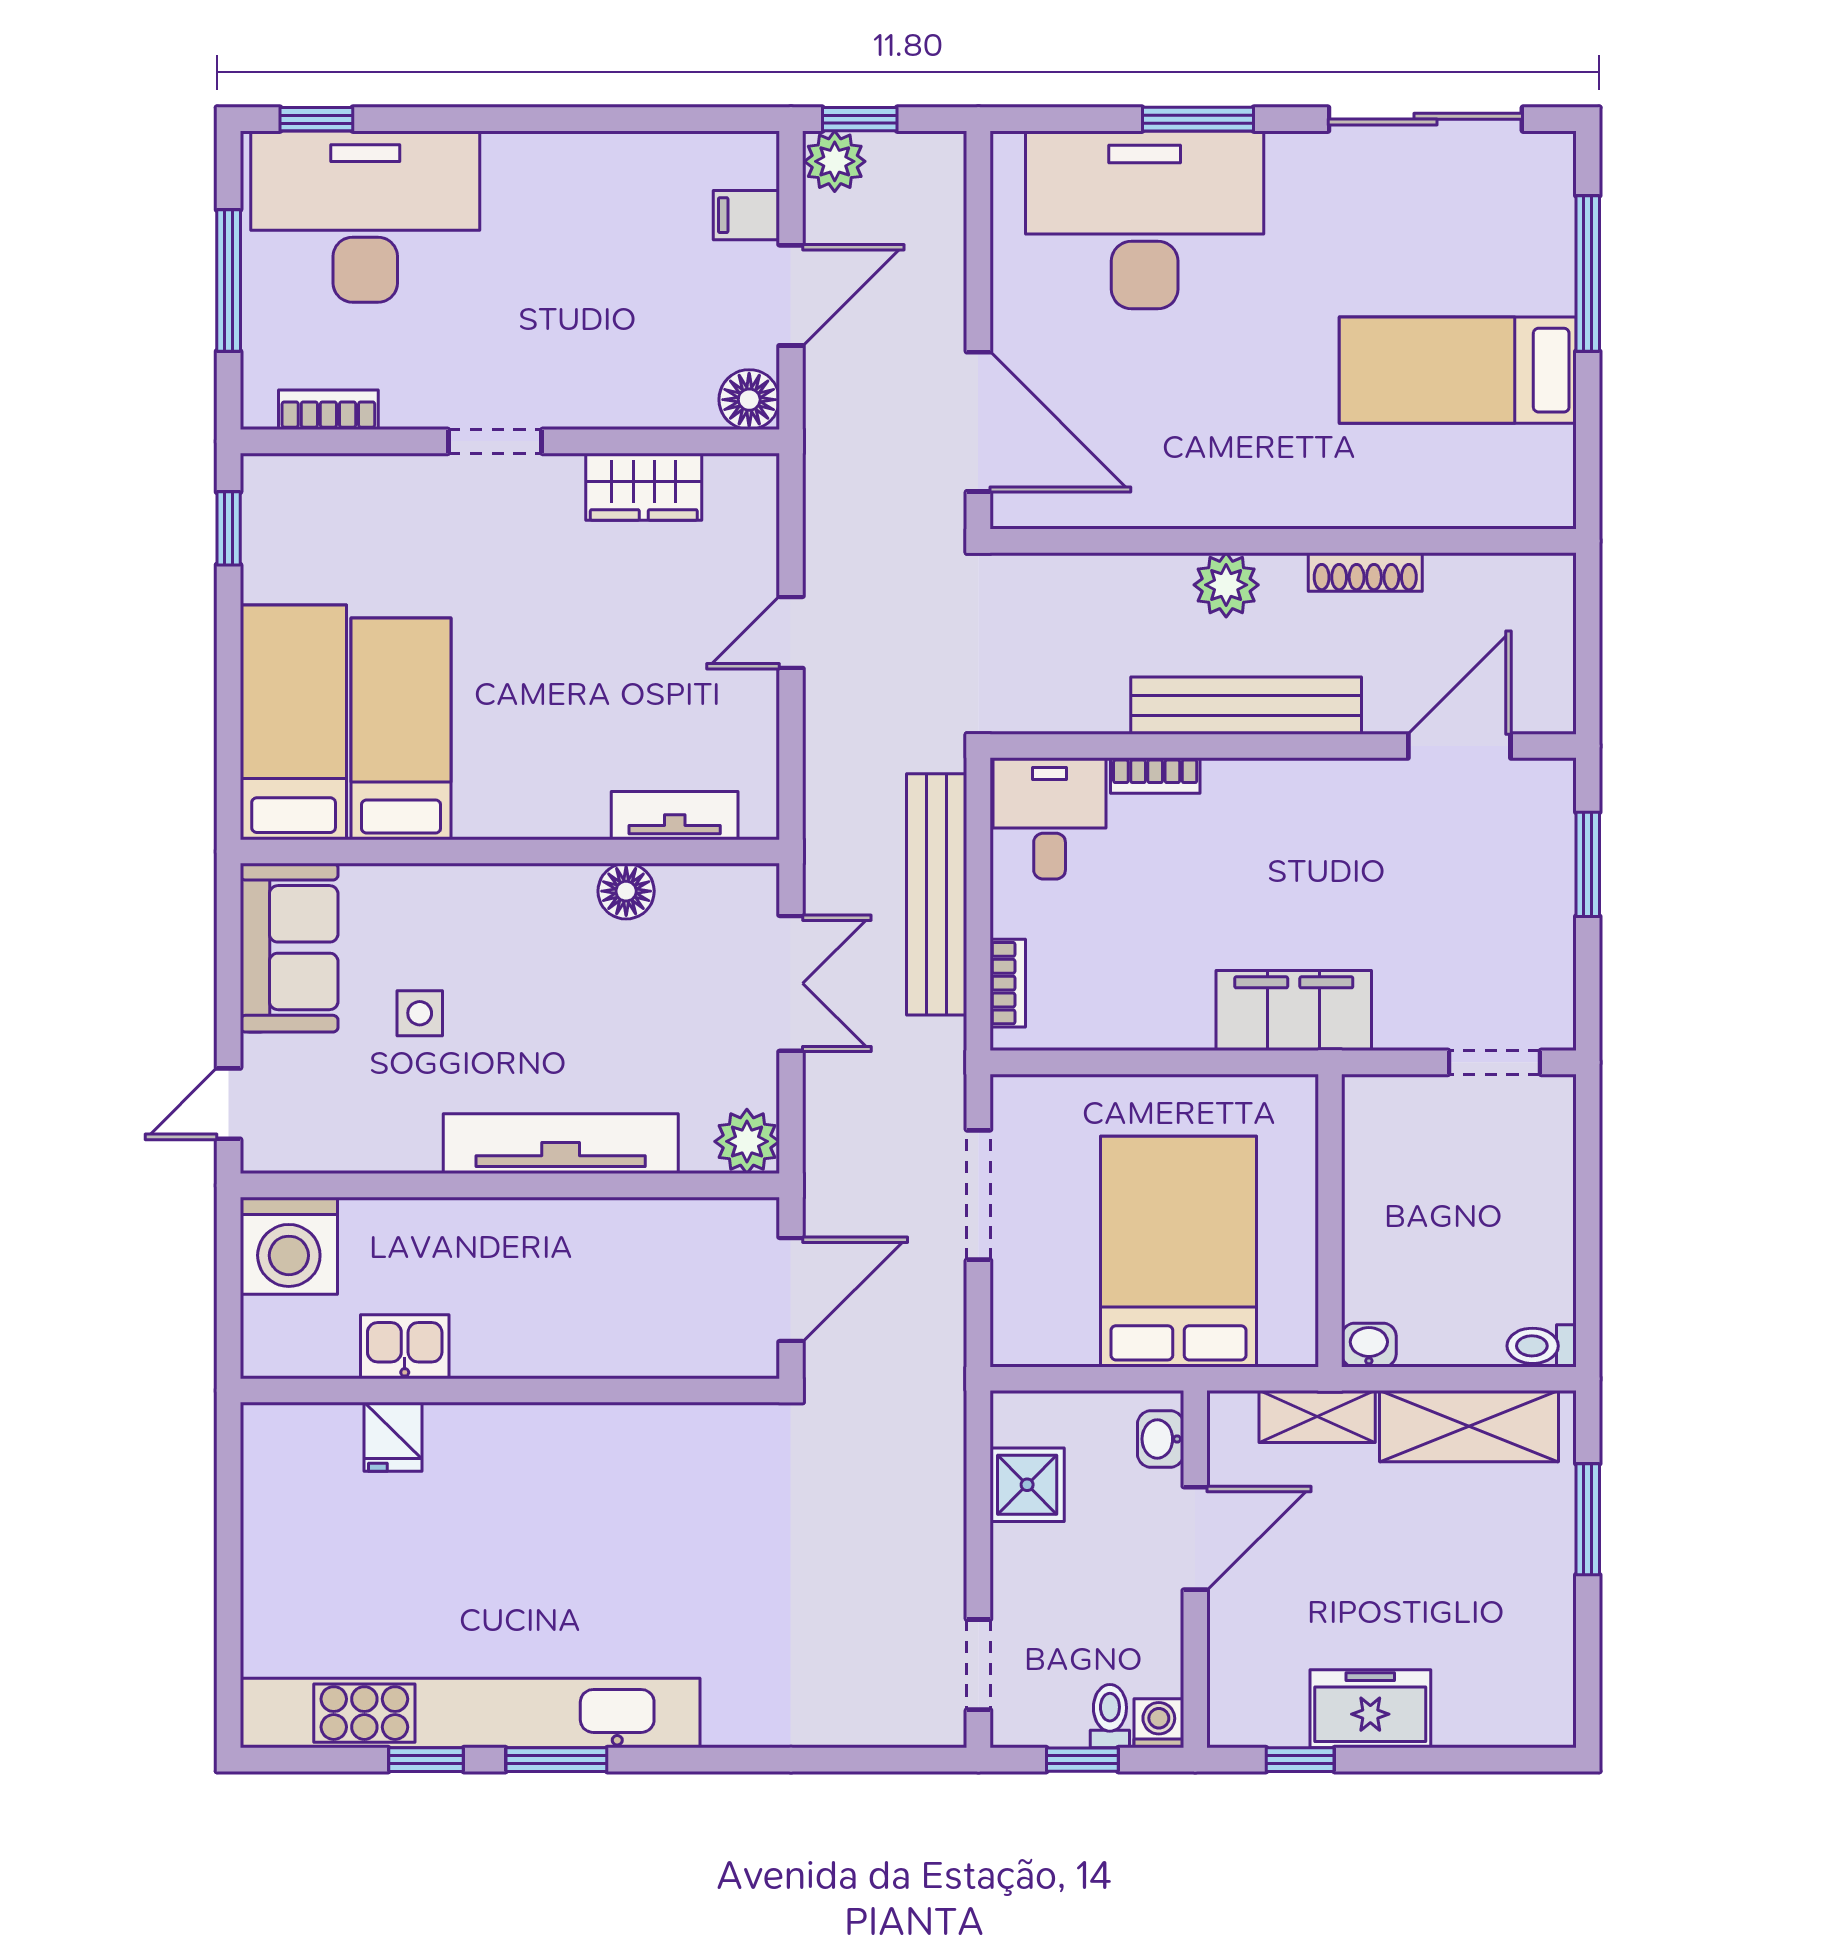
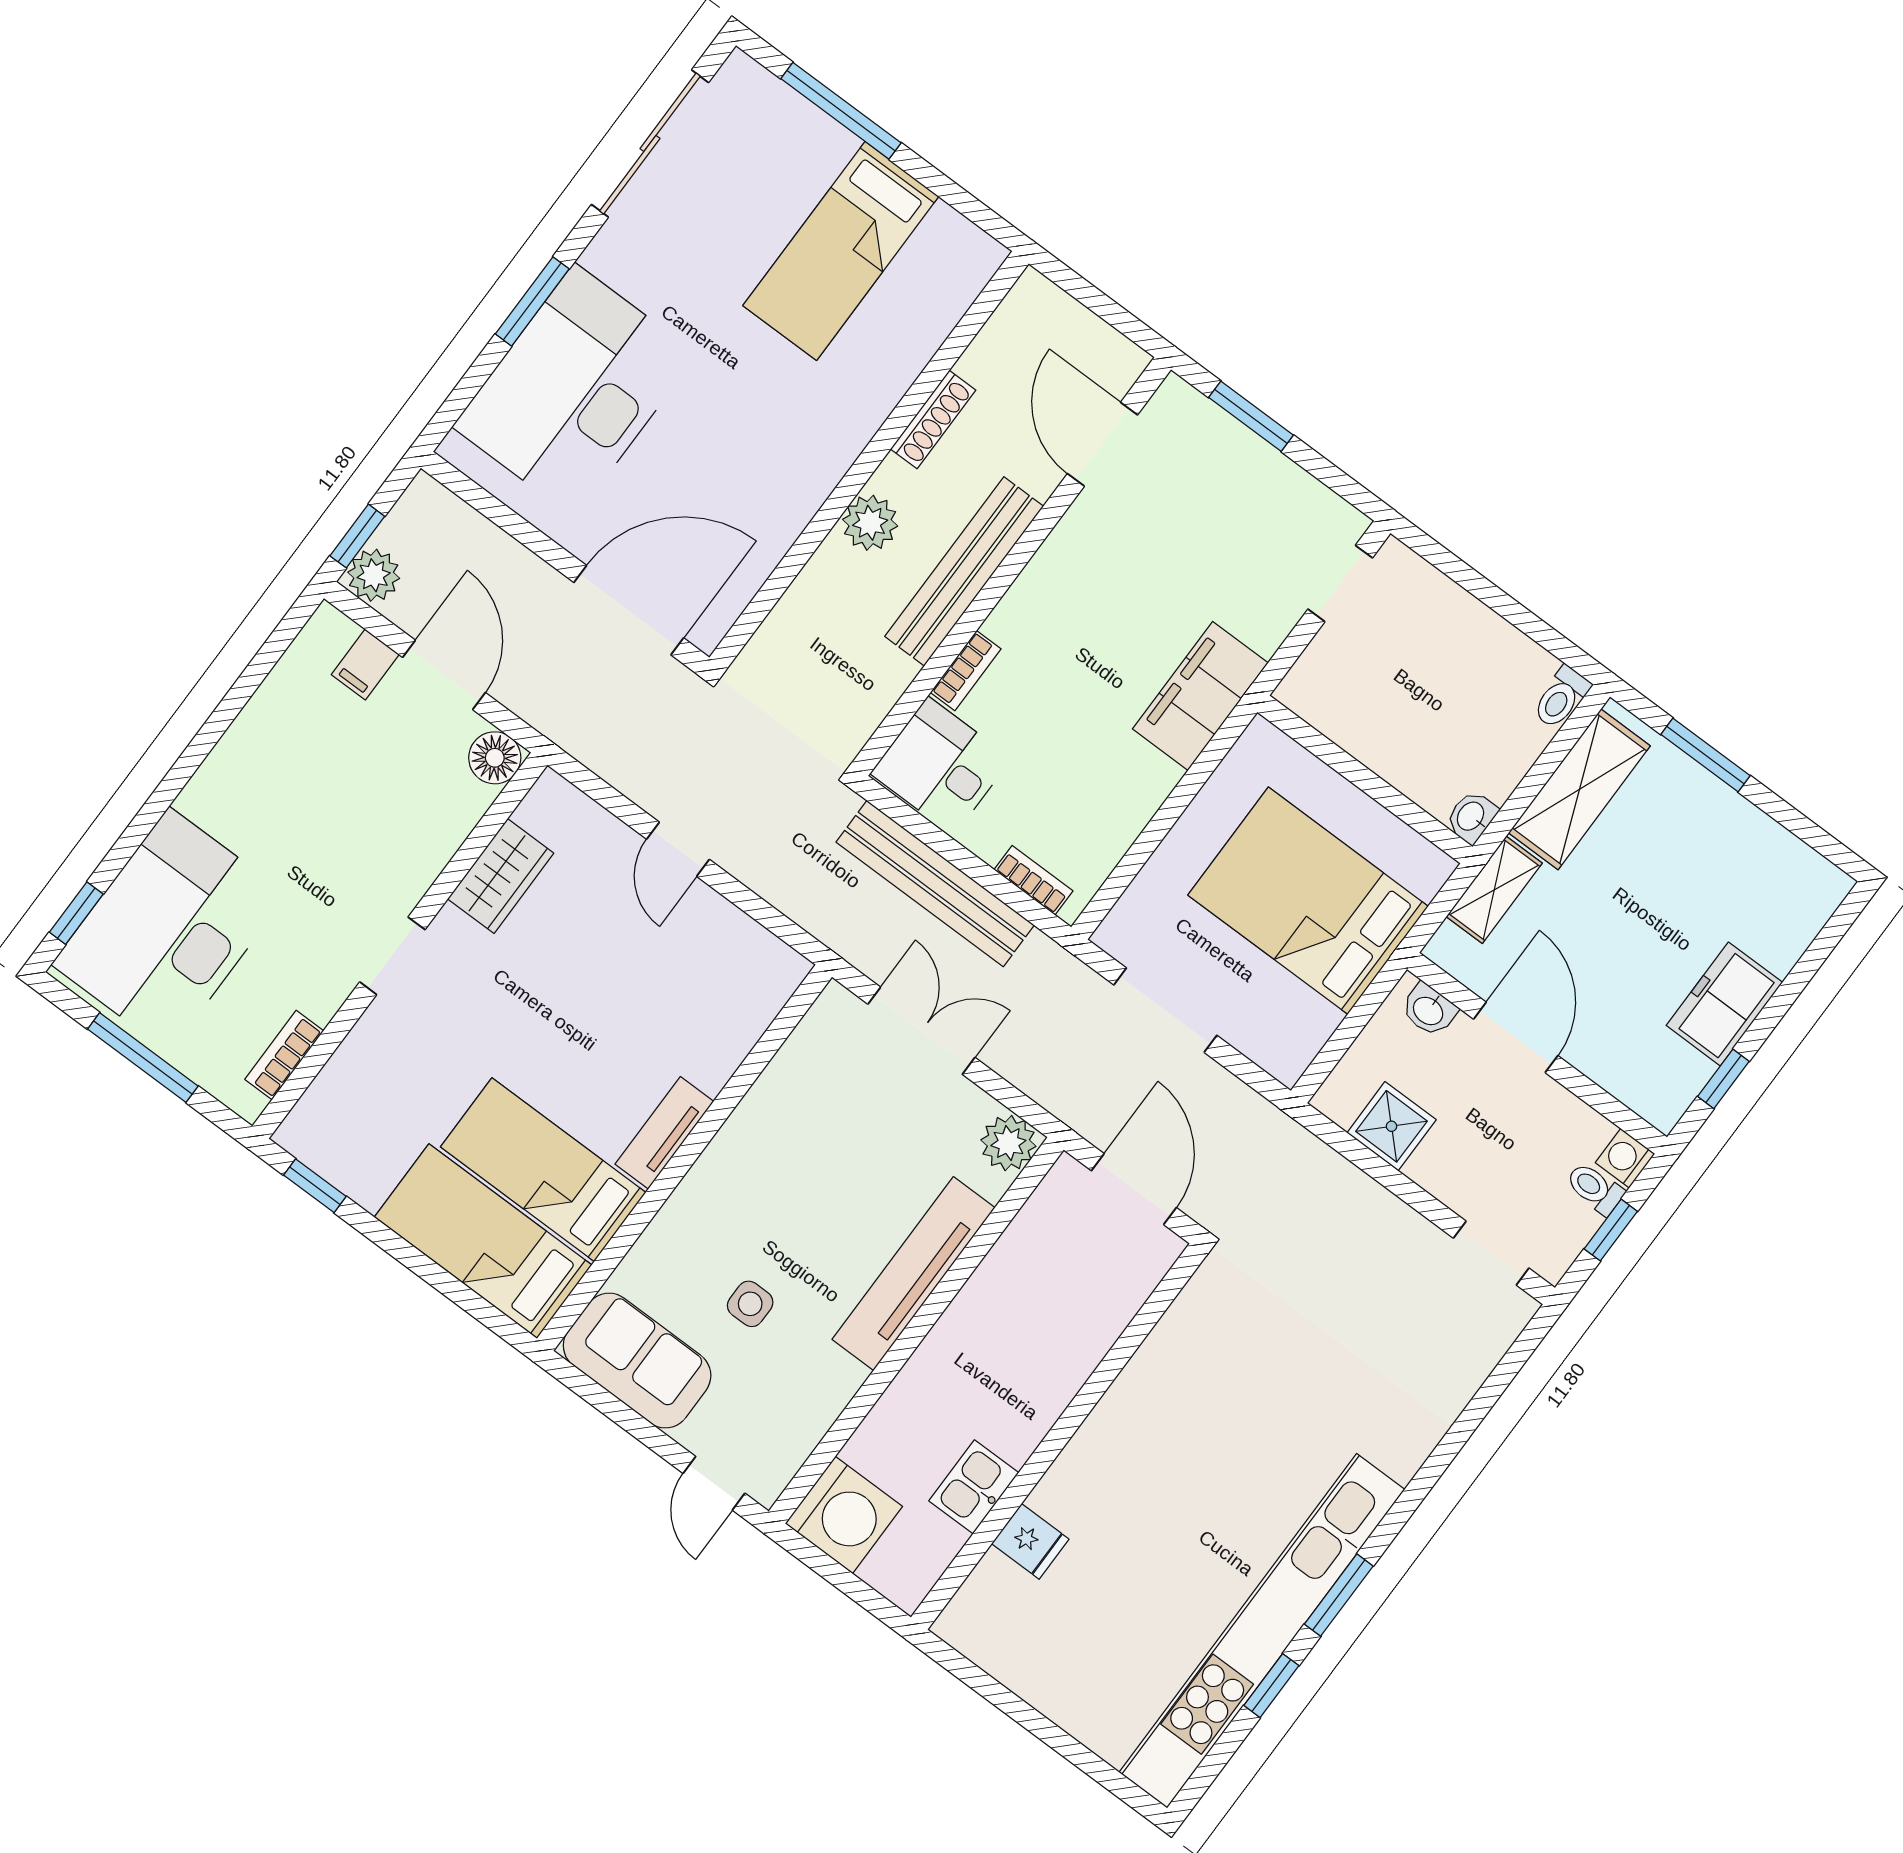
tv unit: (675, 816) -> (664, 1133), moved
floor lamp: (626, 891) -> (772, 1097), removed

